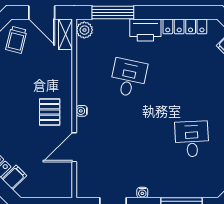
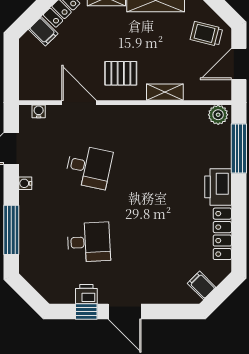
shelving: (65, 34) -> (165, 92), moved
desk: (128, 78) -> (89, 167), moved
water cooler: (82, 111) -> (39, 111), moved

